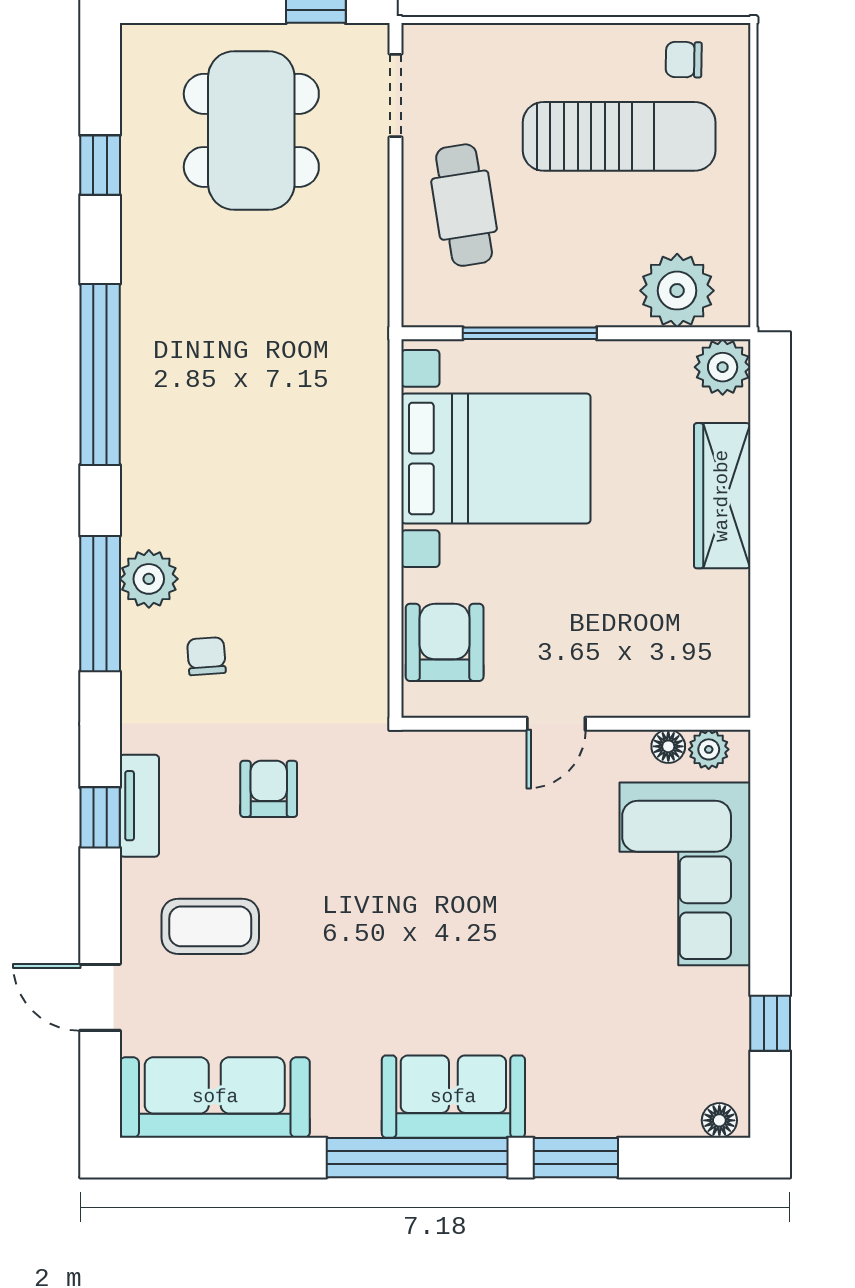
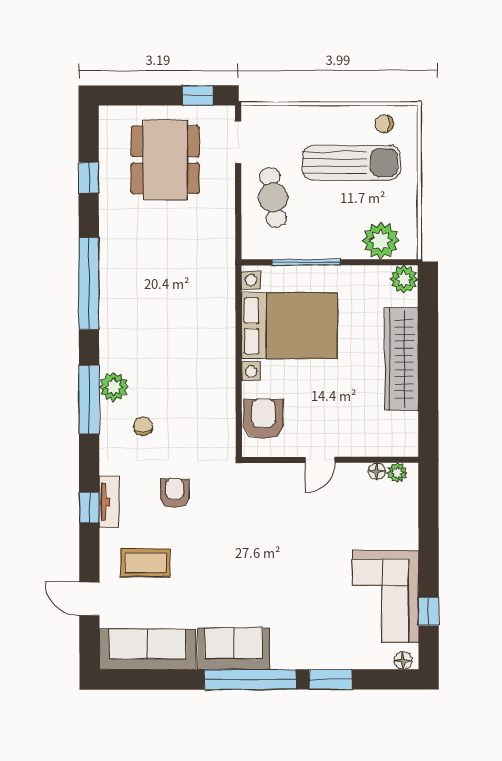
wardrobe: (722, 496) -> (401, 359), width x1.40, depth x1.17
corner sofa: (685, 874) -> (385, 596), moved
sofa: (453, 1097) -> (234, 649), moved

